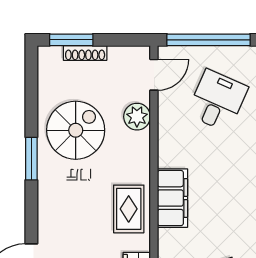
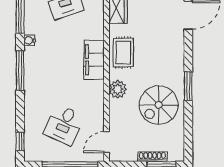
plant: (137, 117) -> (118, 89), moved

